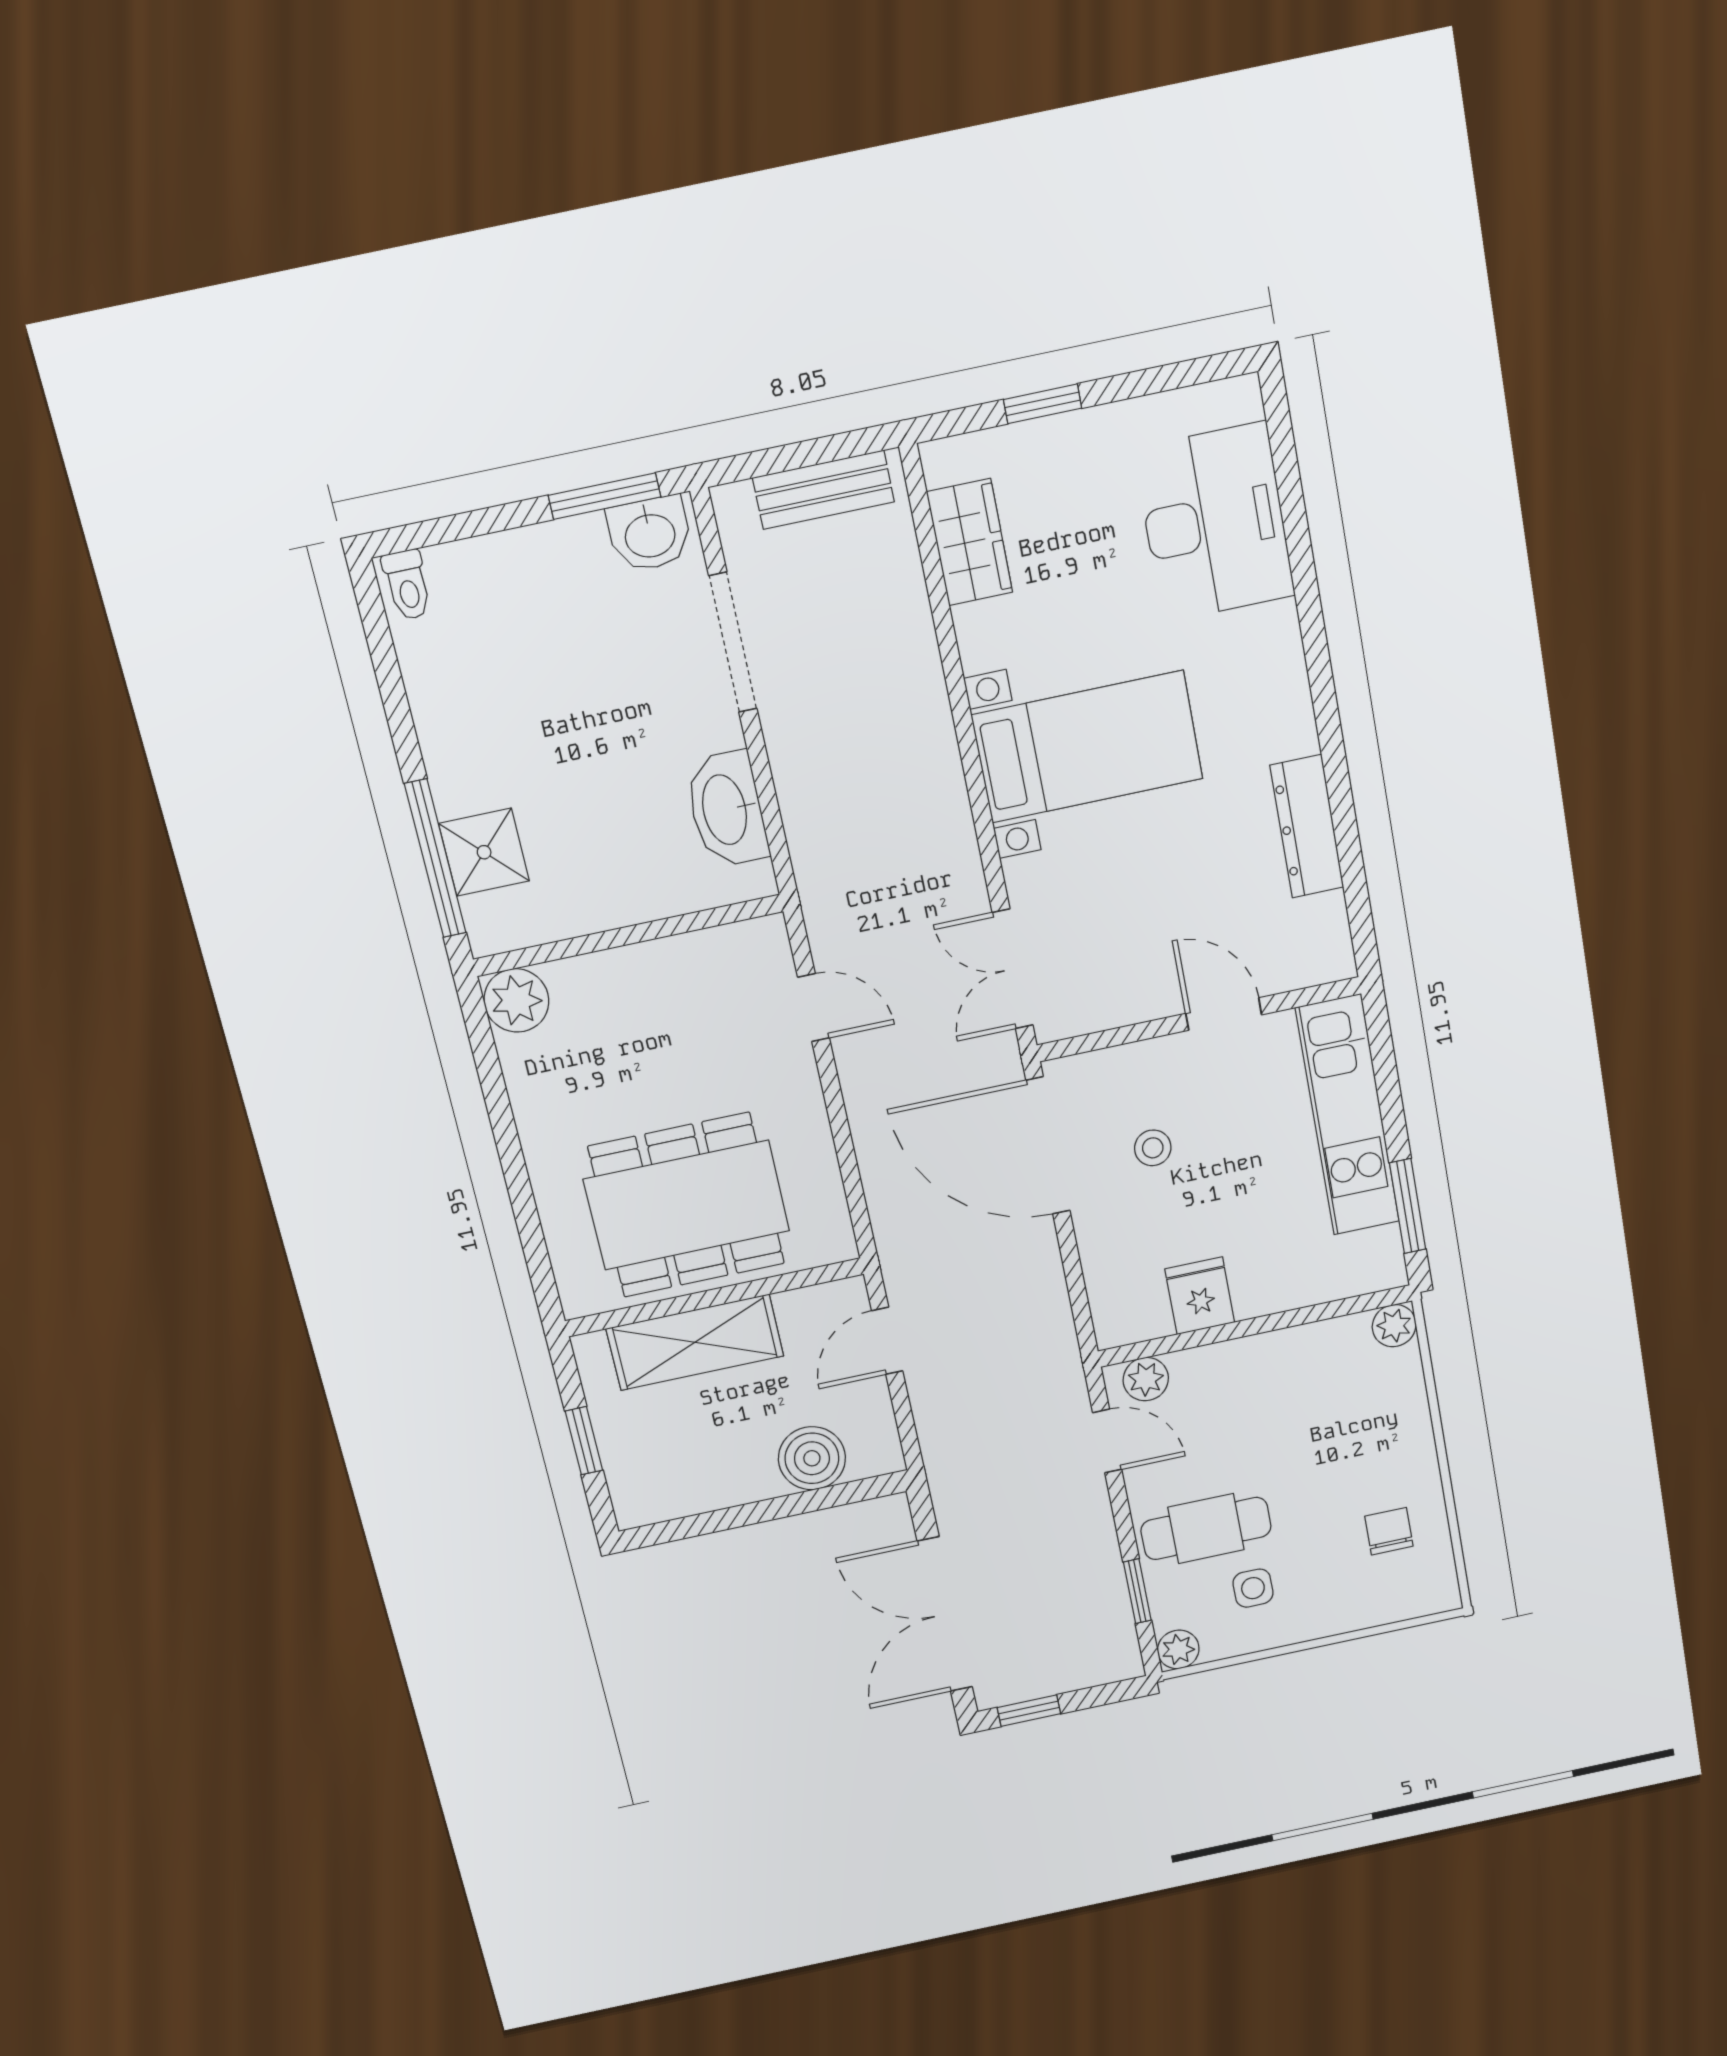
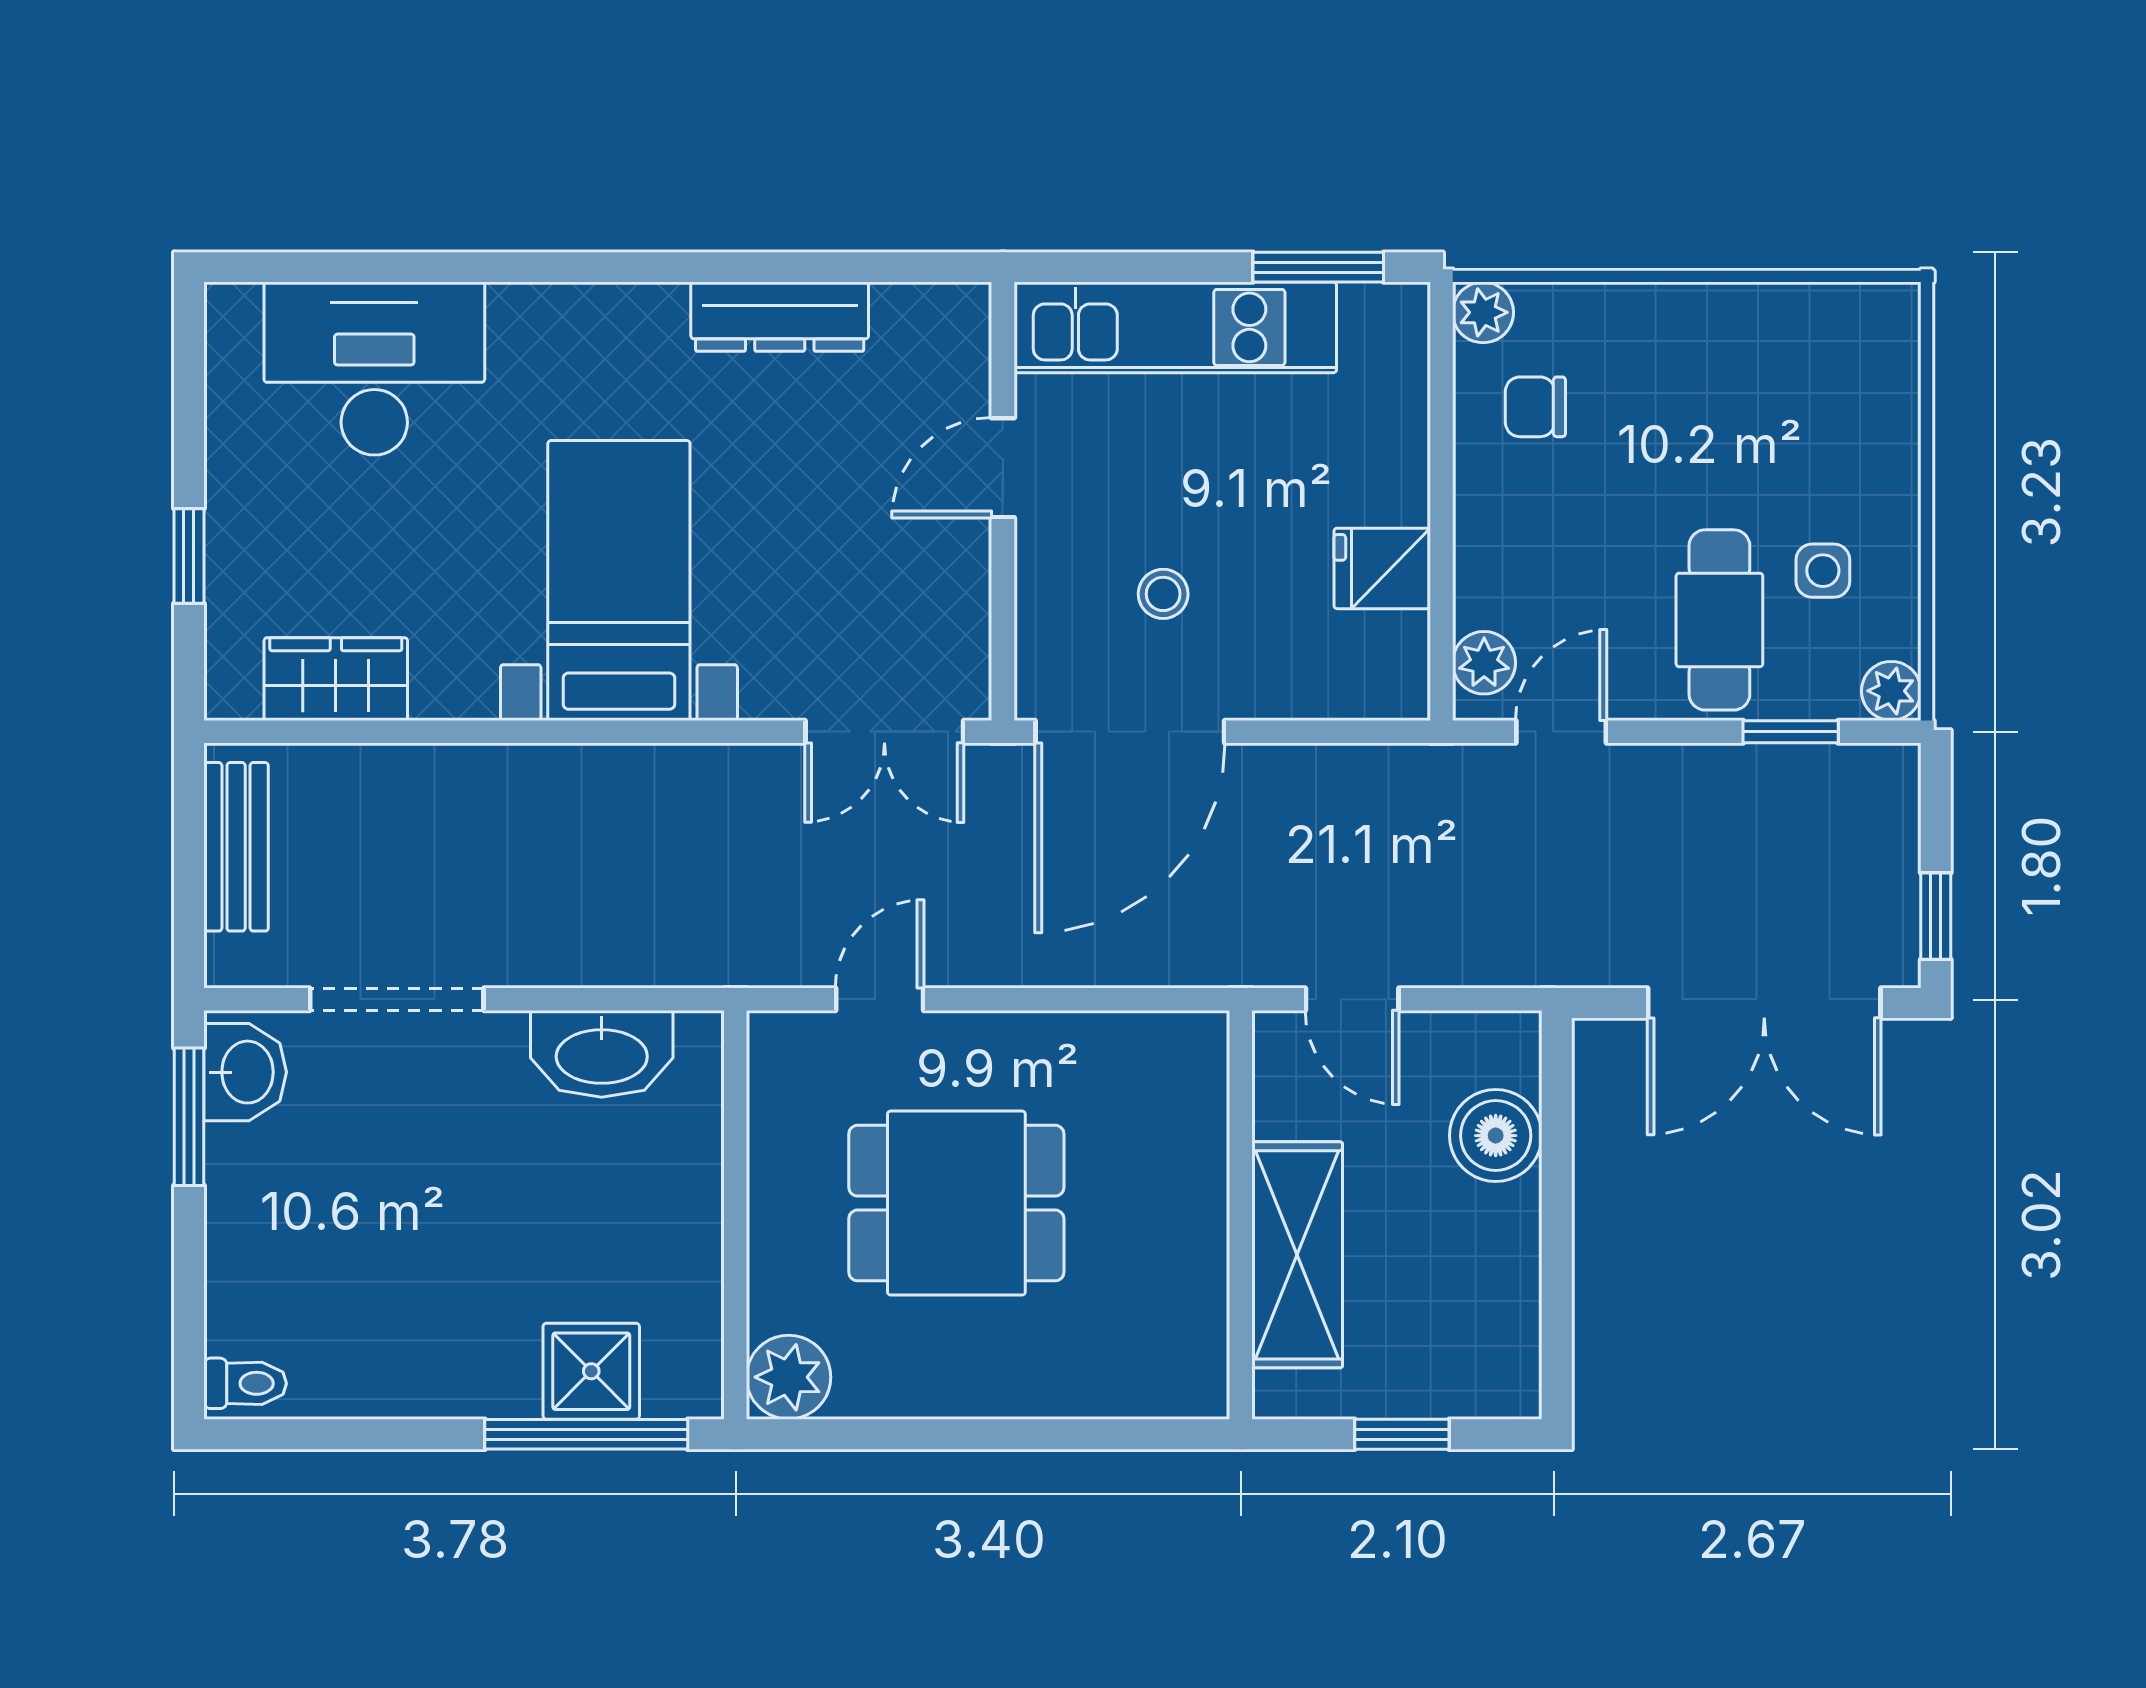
dining table: (687, 1205) -> (956, 1203), moved, width x0.73
chair: (1389, 1531) -> (1535, 407), moved

